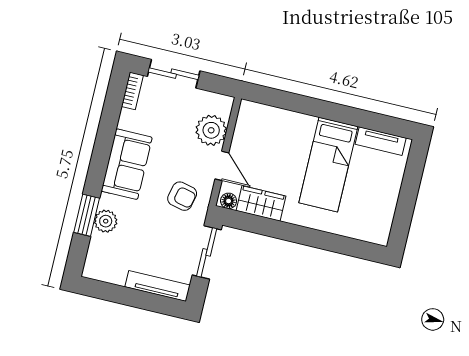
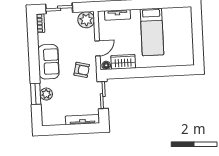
plant: (211, 130) -> (86, 20), moved
tv unit: (381, 141) -> (117, 15), moved
door: (222, 166) -> (98, 48), hinge flipped

